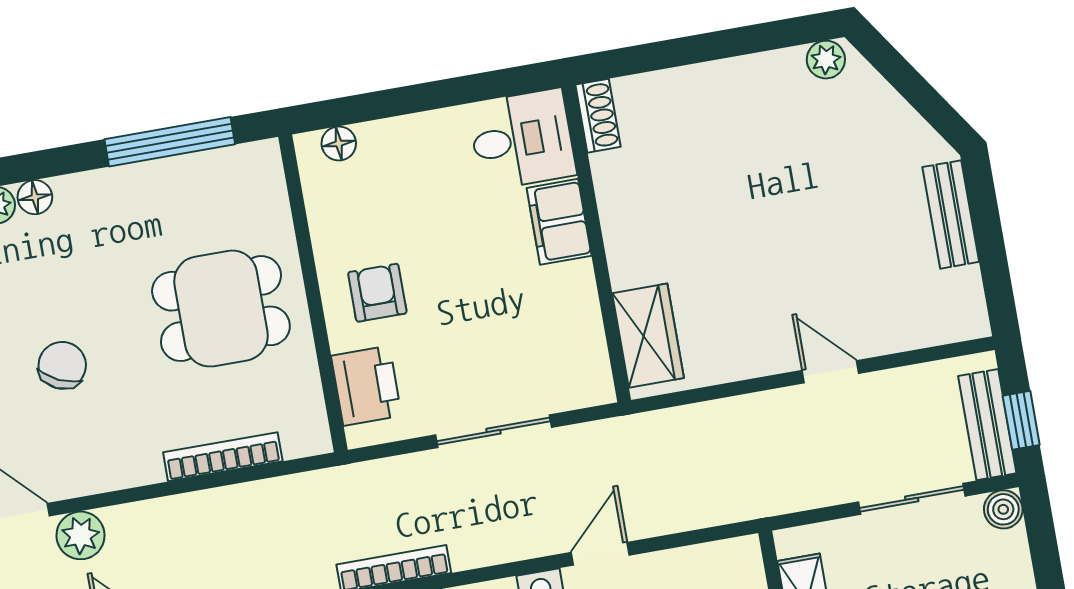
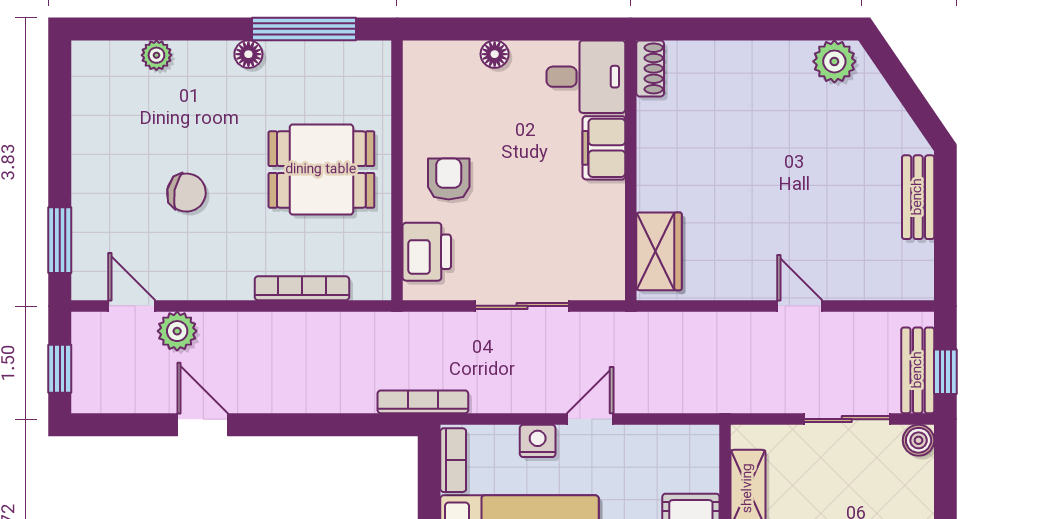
plant: (826, 60) -> (834, 61), width x1.38, depth x1.38
floor lamp: (339, 143) -> (495, 54), moved
floor lamp: (35, 197) -> (248, 54), moved
chair: (62, 365) -> (186, 193), turned 76

